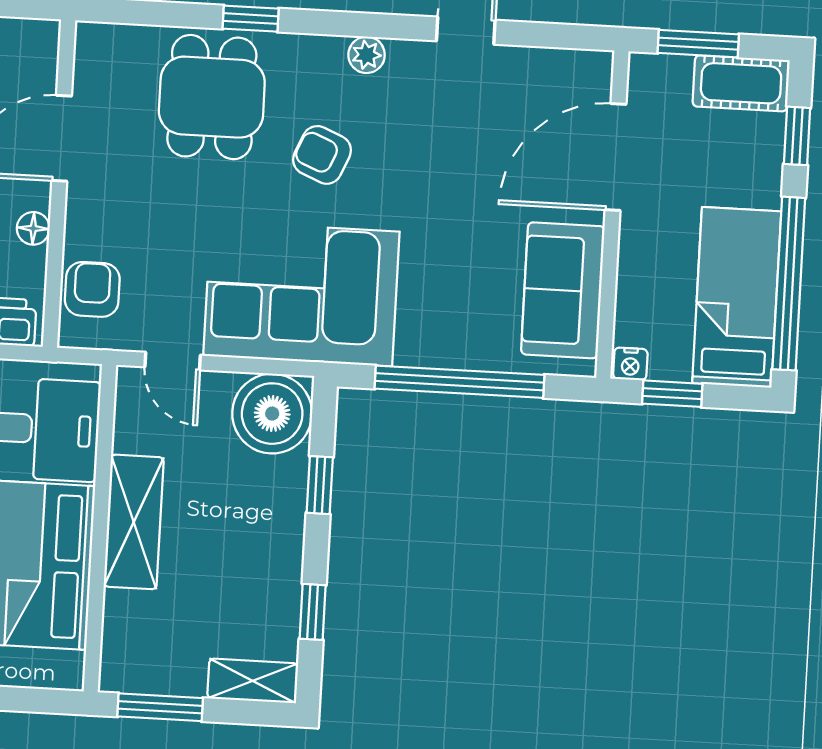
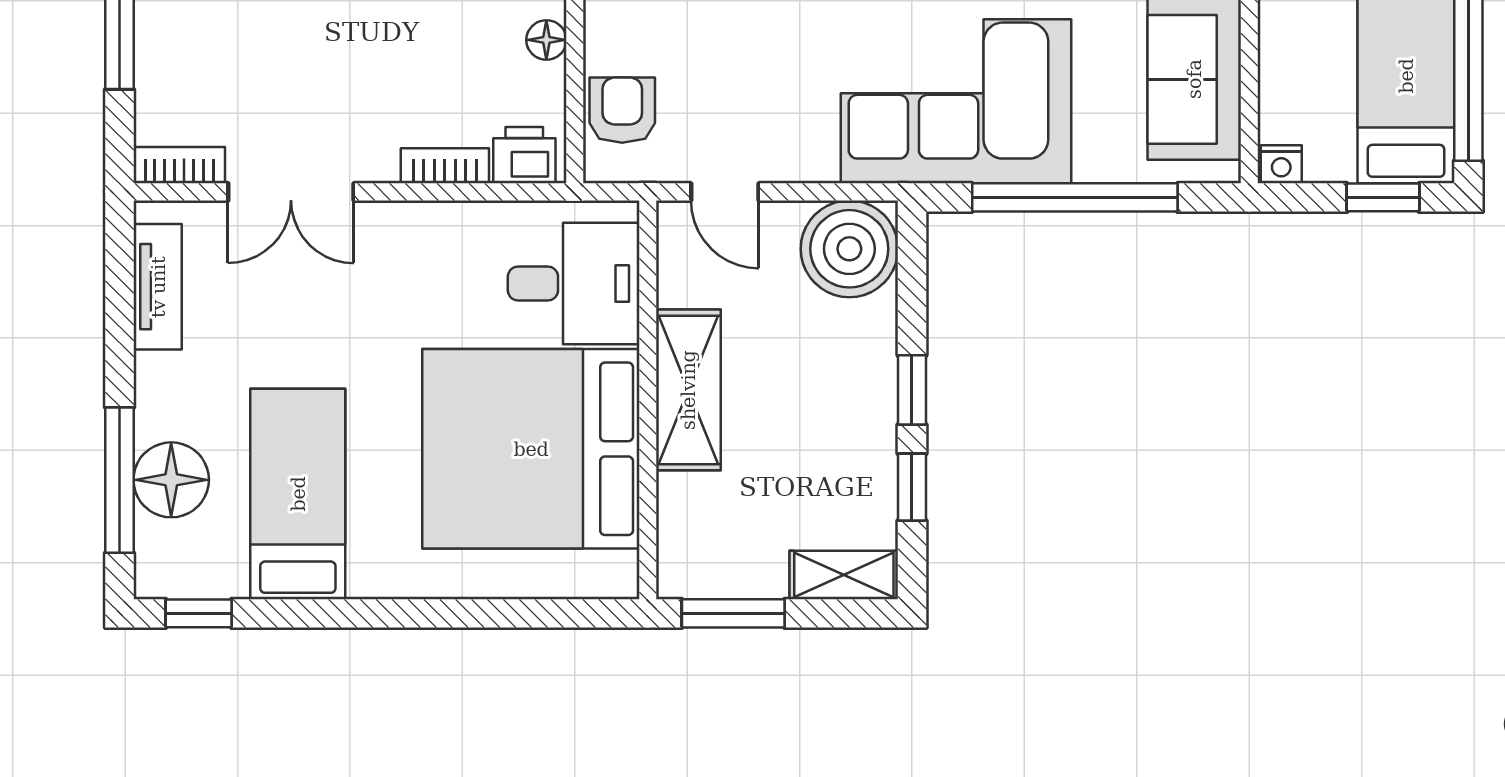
corner sofa: (301, 294) -> (956, 101), moved
window: (672, 394) -> (1383, 197), moved
window: (320, 485) -> (912, 390), moved

